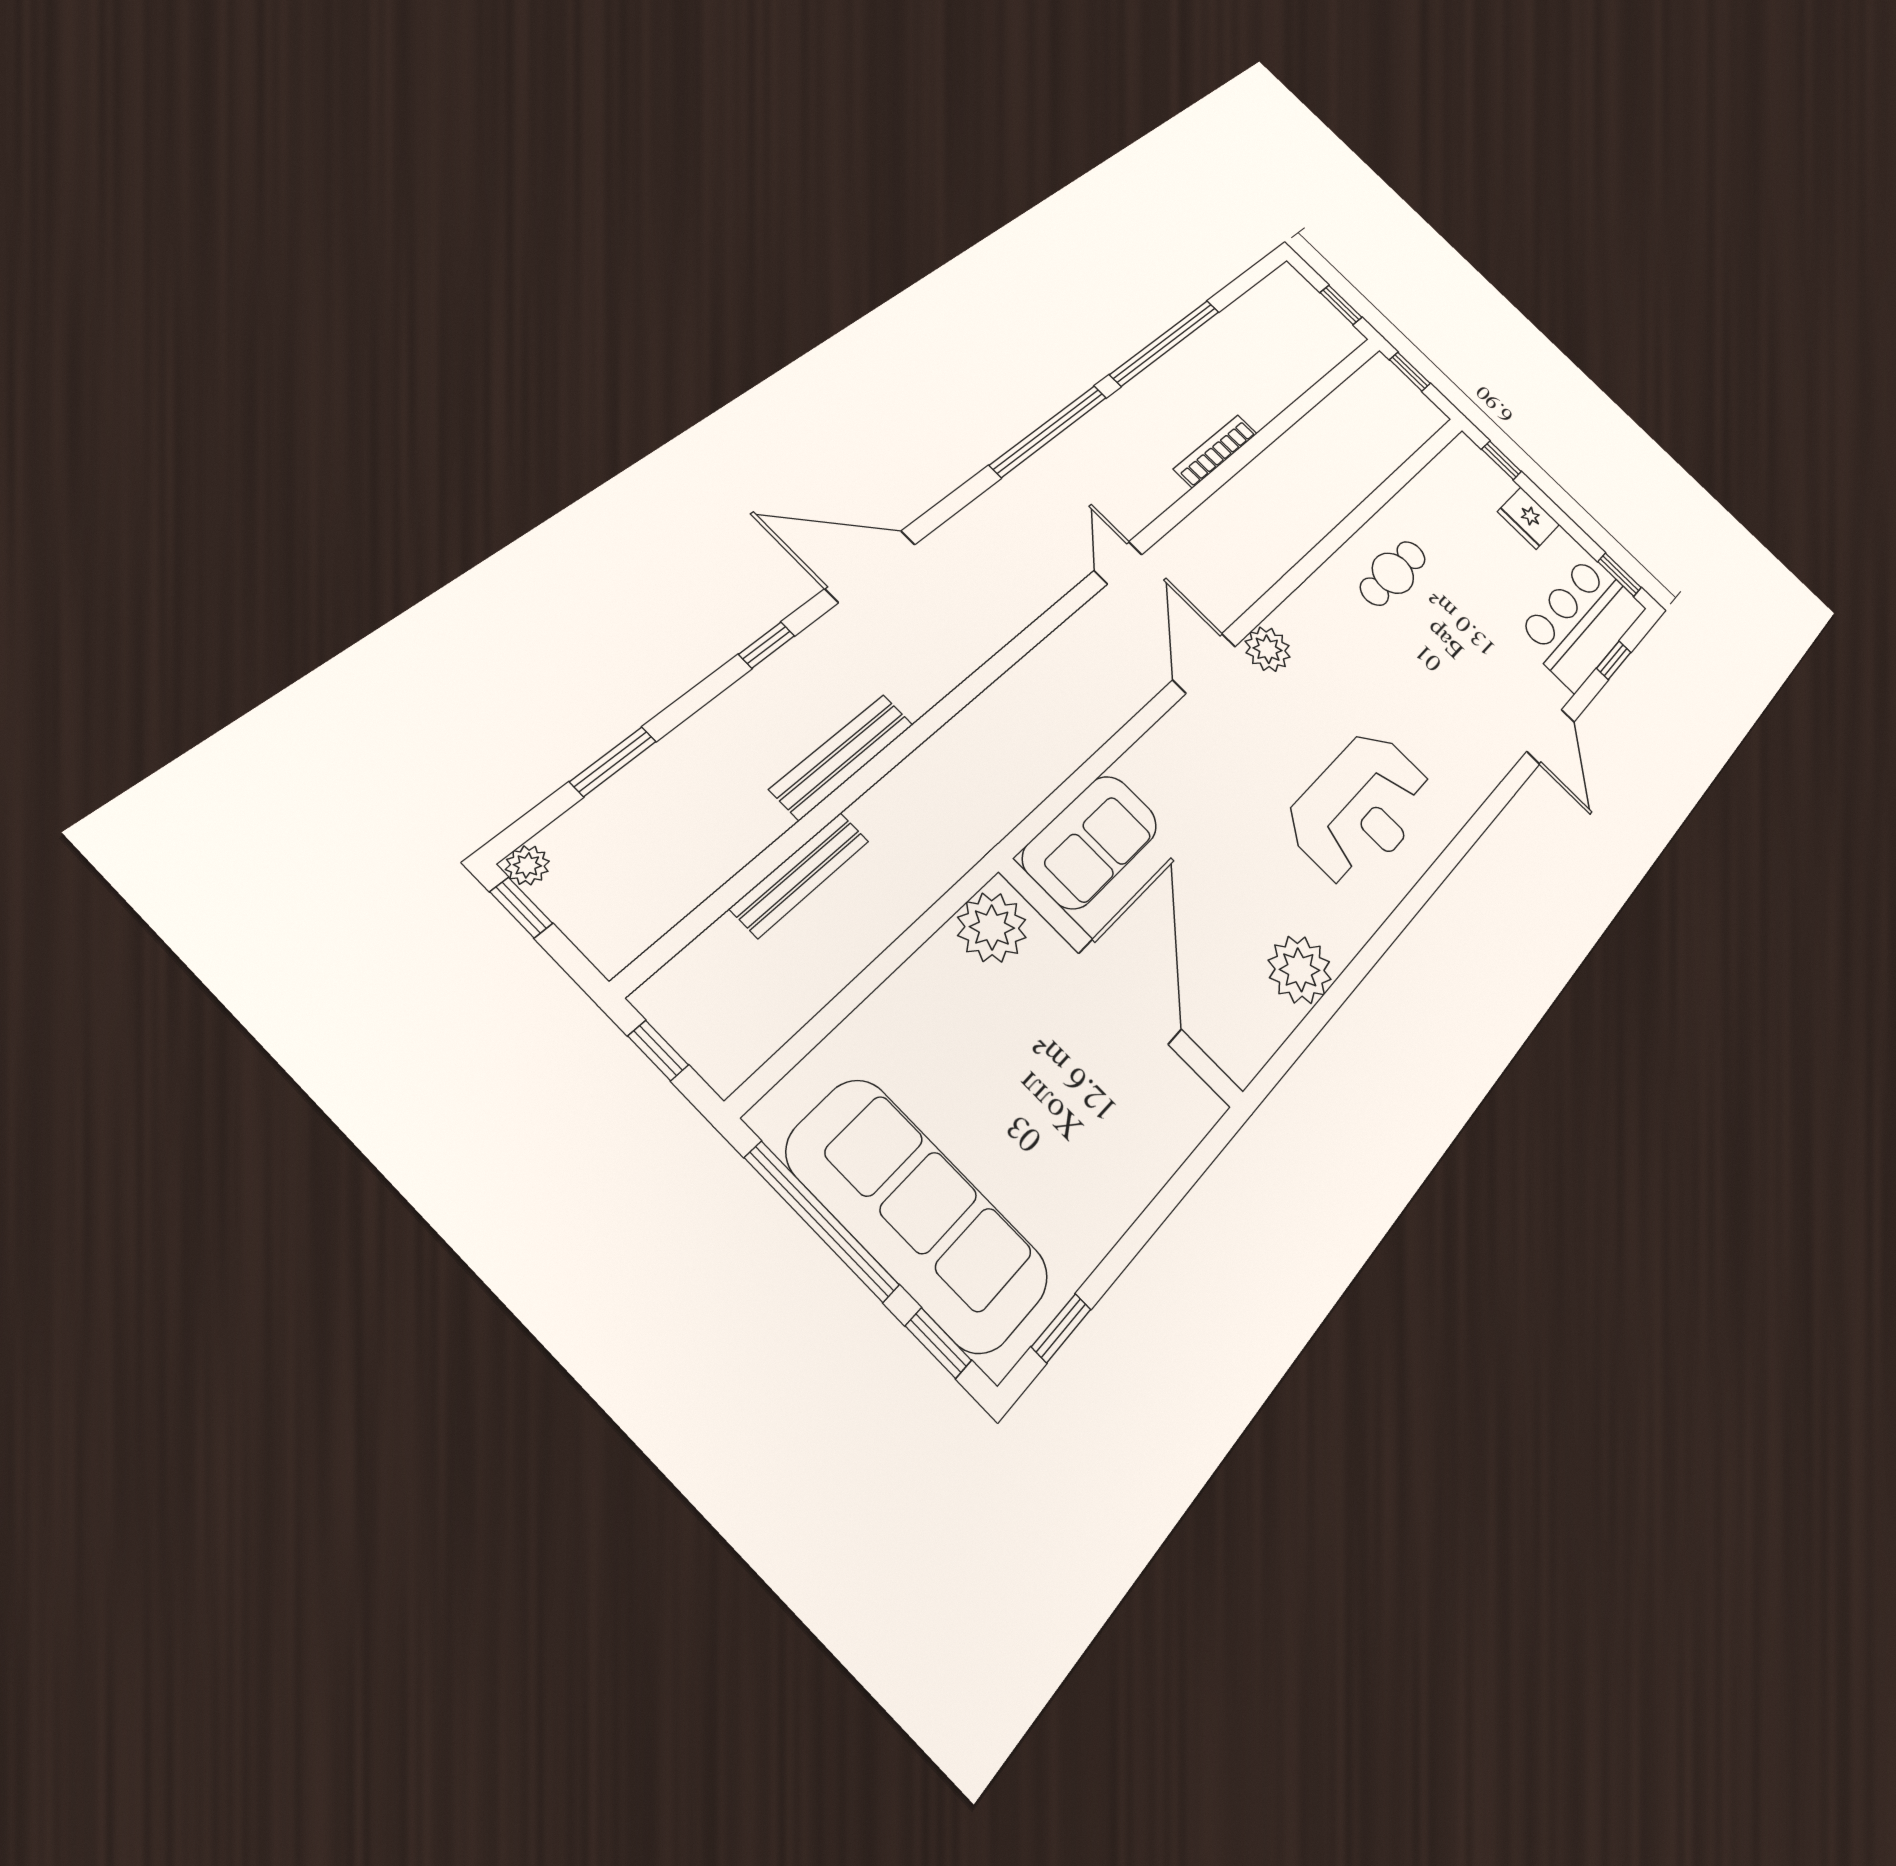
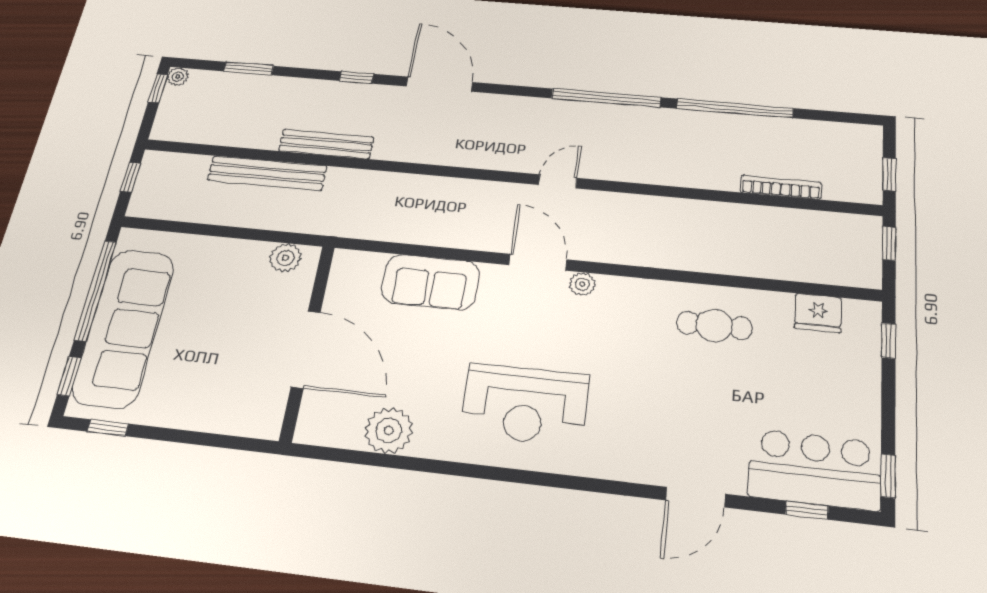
bookcase: (1216, 451) -> (781, 187), moved
fridge: (1528, 518) -> (818, 313), moved, turned -90
plant: (1268, 649) -> (582, 284), width x0.73, depth x0.73
door: (1204, 663) -> (538, 262), hinge flipped
sofa: (1090, 841) -> (430, 282), moved
bench: (800, 874) -> (267, 173), width x1.37, depth x1.21
plant: (992, 927) -> (285, 258), width x0.73, depth x0.73
door: (1130, 991) -> (306, 349), hinge flipped

